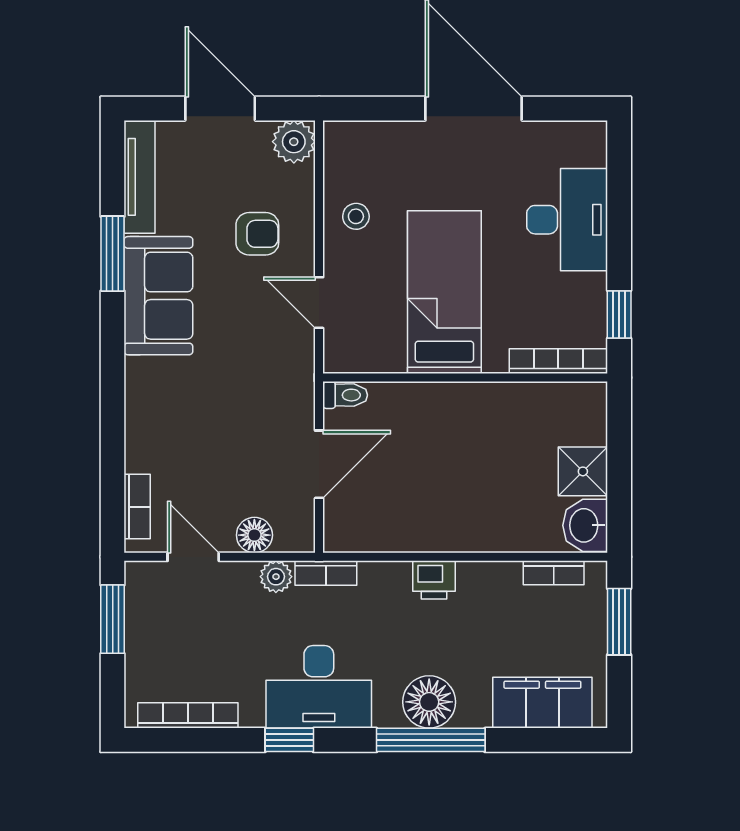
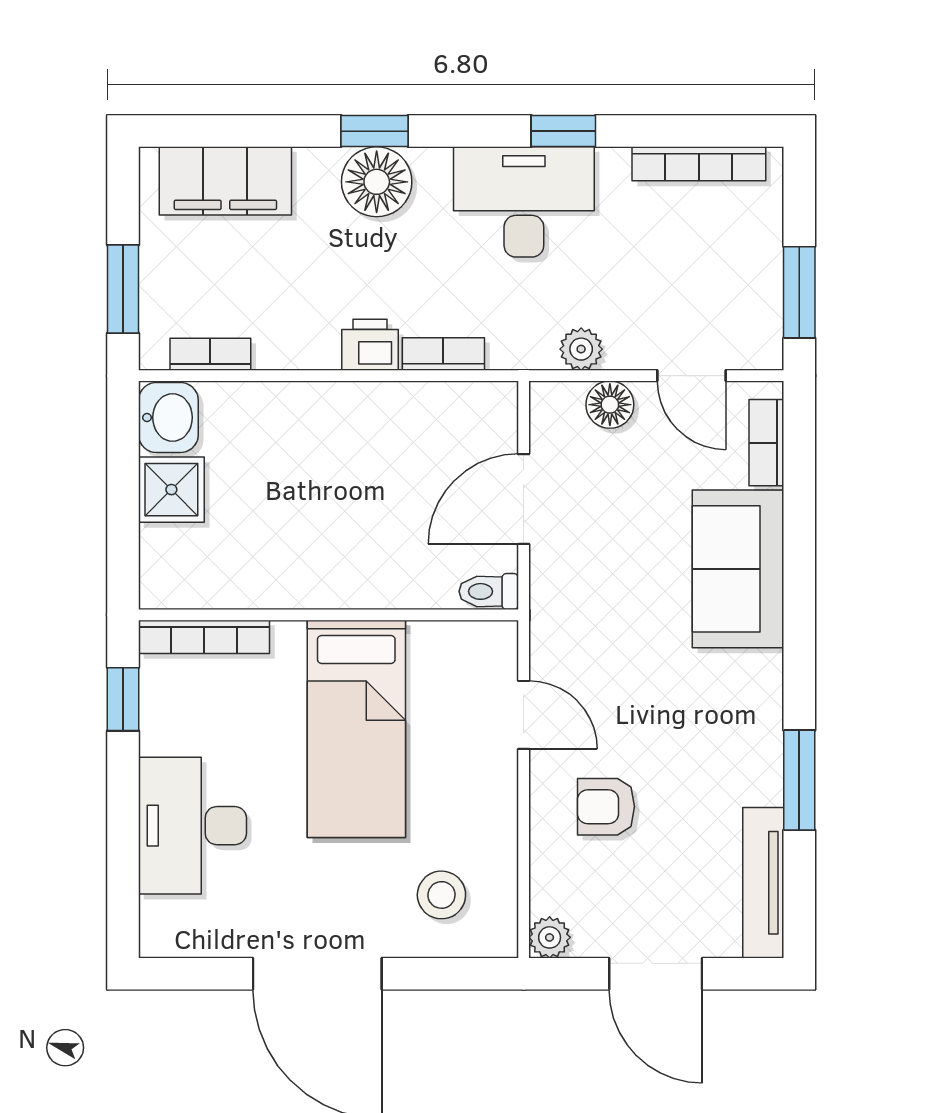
plant: (294, 142) -> (550, 937), width x0.73, depth x0.73
stool: (356, 216) -> (441, 895), moved, width x1.37, depth x1.37
sofa: (158, 296) -> (738, 569), moved
bookcase: (326, 573) -> (443, 354), moved
window: (431, 740) -> (374, 131), width x0.46

